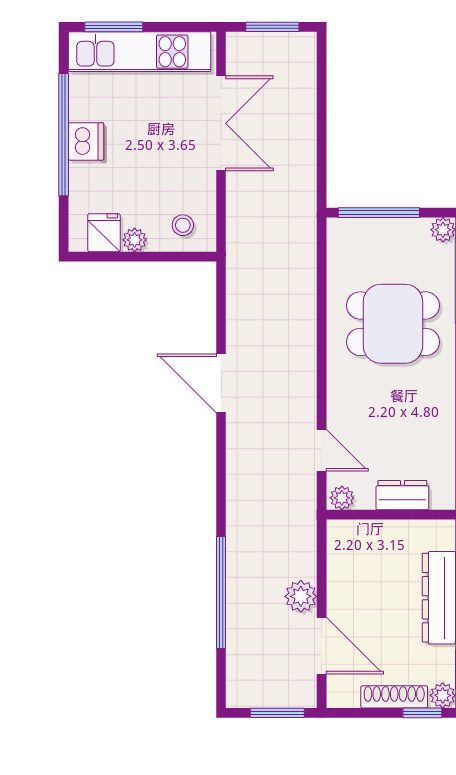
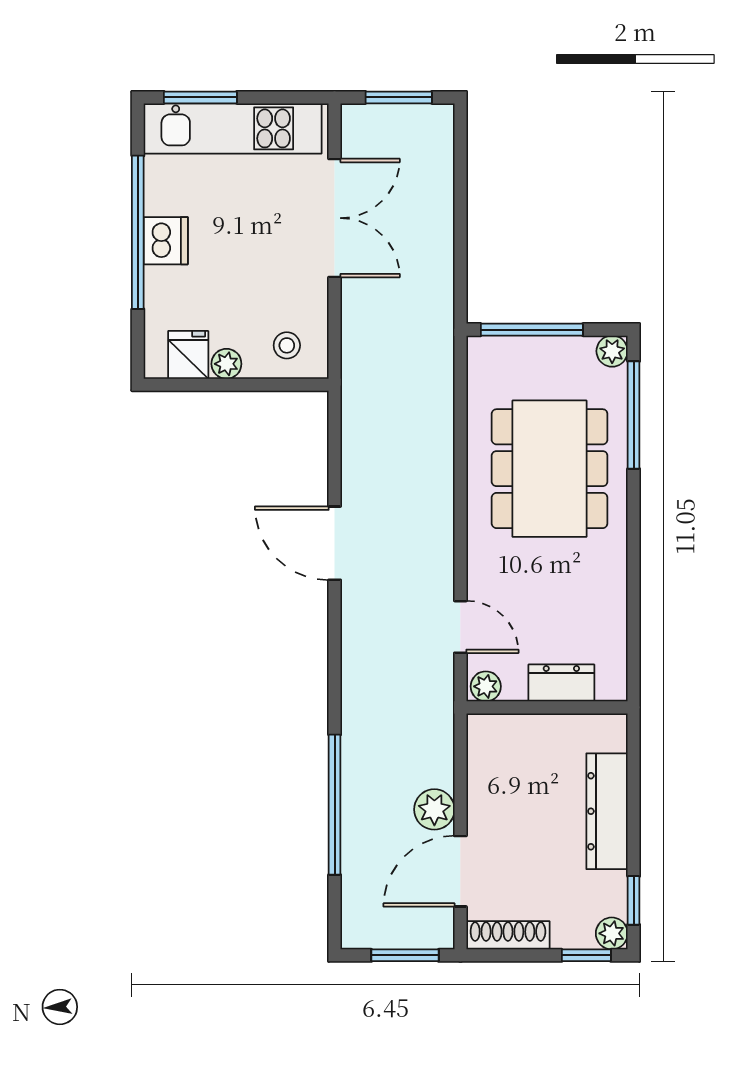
dining table: (393, 324) -> (550, 469), width x1.38
door: (322, 646) -> (460, 871), swing flipped
shoe rack: (394, 697) -> (508, 935), moved

